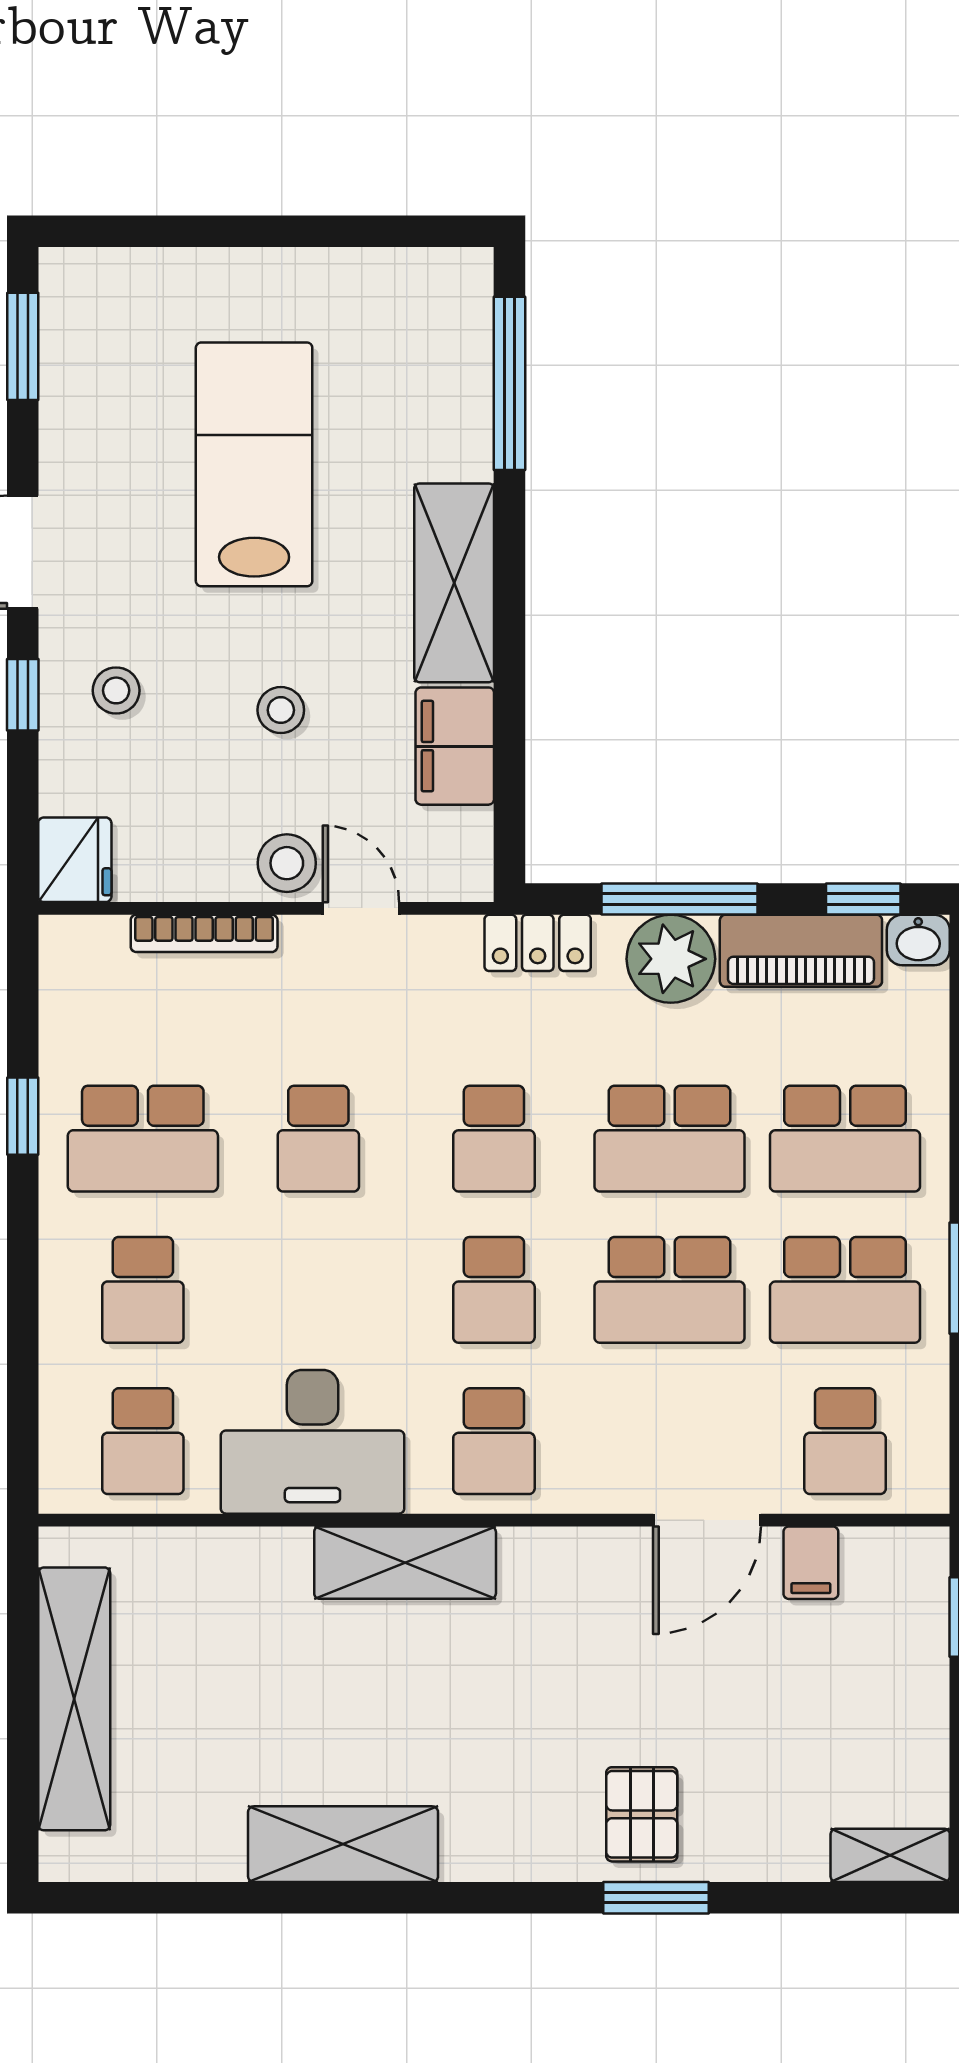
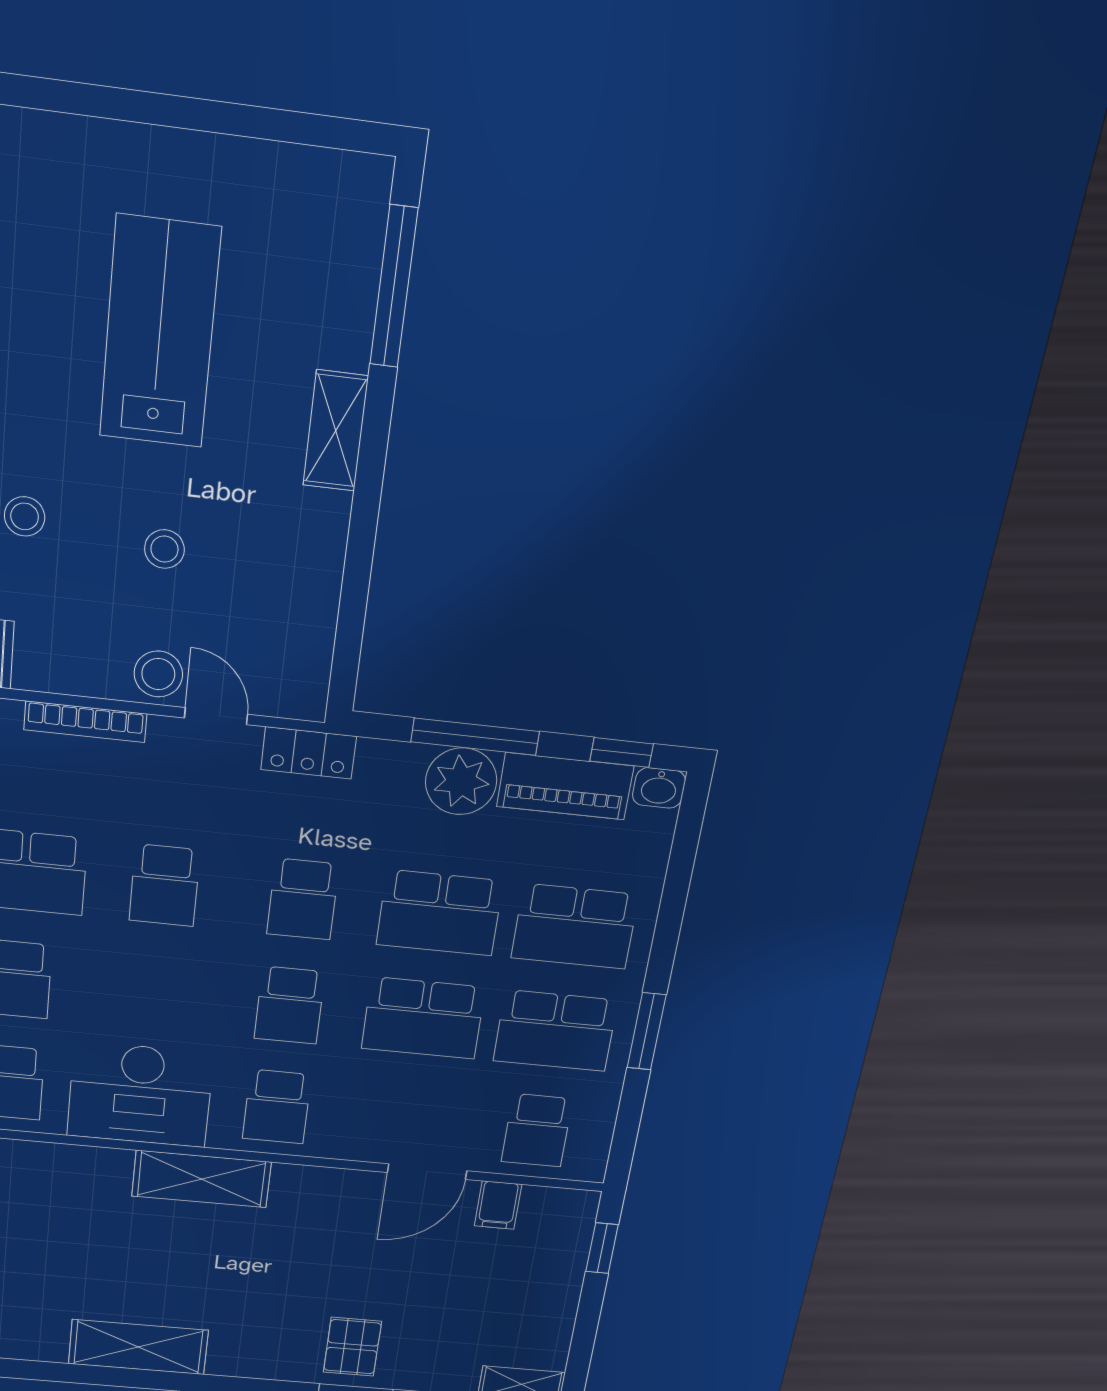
shelving: (454, 583) -> (336, 431), width x0.67, depth x0.75
filing cabinet: (455, 746) -> (308, 595), removed
locker: (538, 943) -> (309, 753), moved

